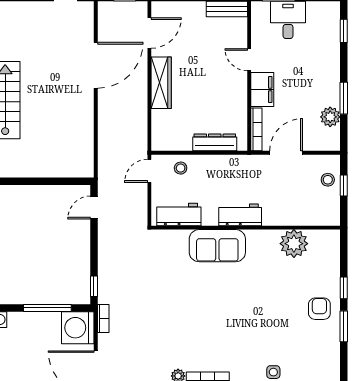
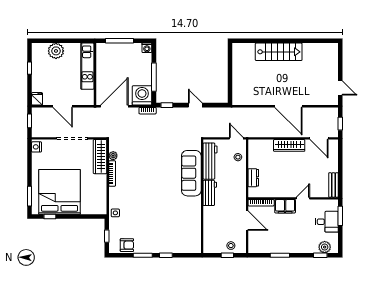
door: (96, 65) -> (288, 106), moved
plant: (330, 117) -> (325, 247), moved
dresser: (215, 142) -> (253, 178), width x0.70
door: (94, 208) -> (195, 105), moved
workbench: (179, 215) -> (210, 161), width x1.38
plant: (294, 244) -> (193, 225), removed
sofa: (217, 246) -> (191, 173), width x1.36
armchair: (319, 309) -> (127, 245), moved

